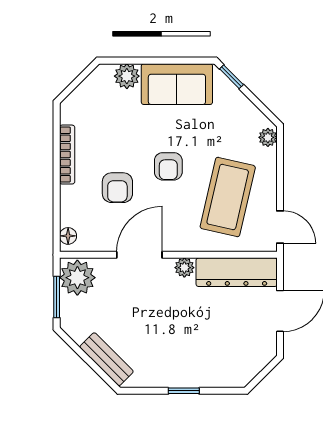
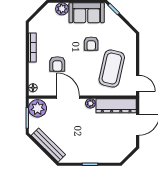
plant: (268, 137) -> (132, 39), removed
armchair: (168, 166) -> (91, 44), moved
door: (139, 255) -> (68, 97), hinge flipped
bench: (107, 359) -> (48, 145), width x1.36

